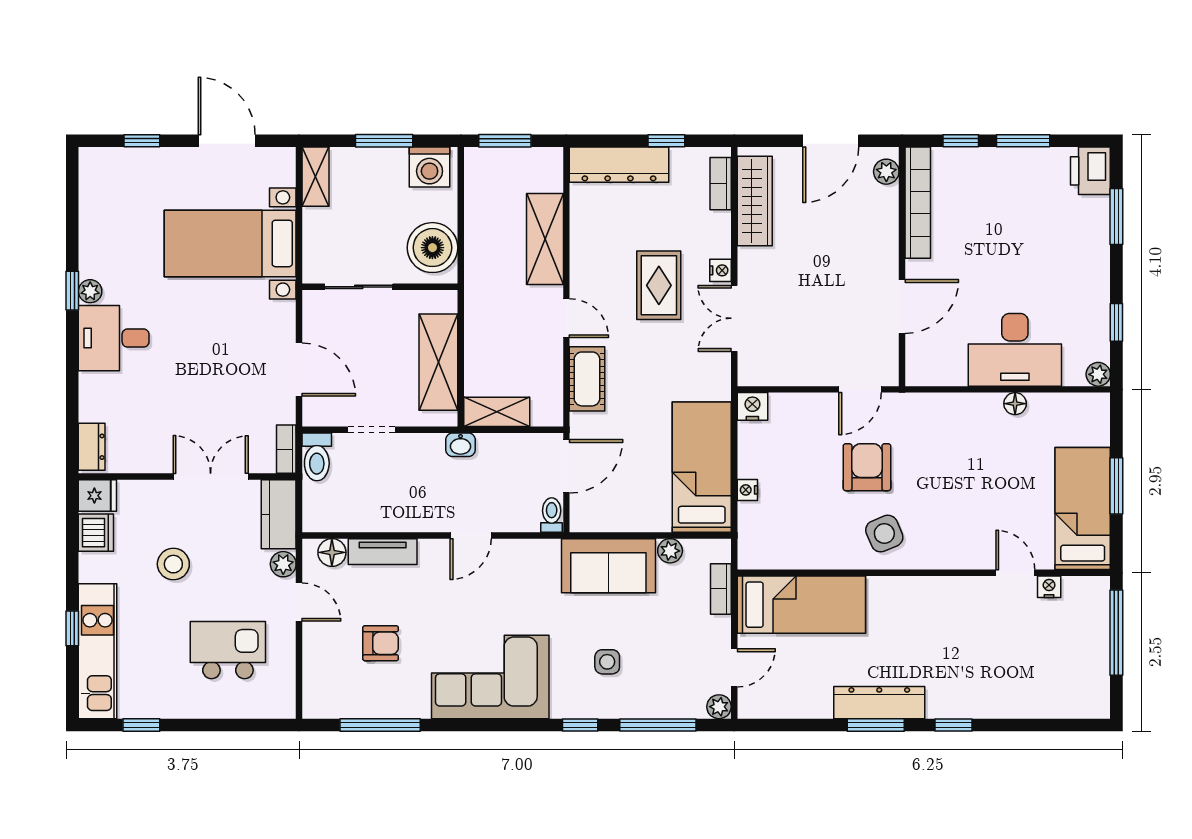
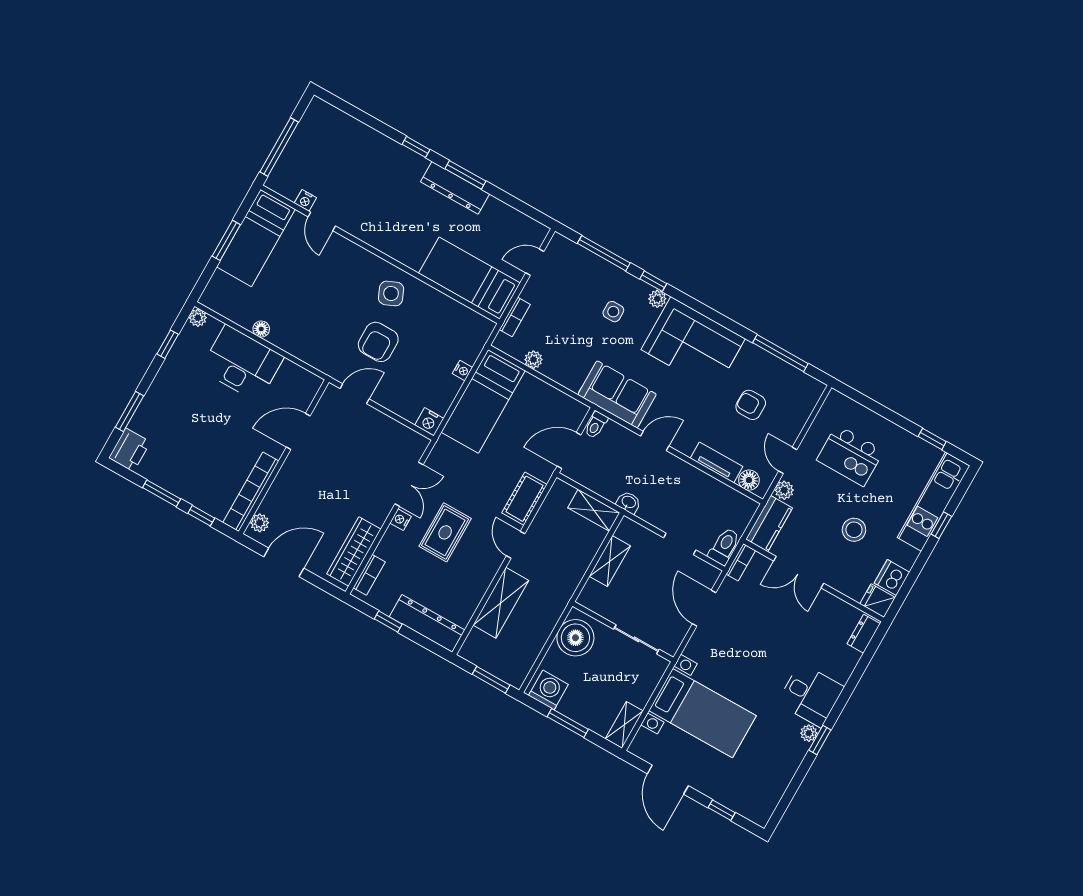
shelving: (438, 362) -> (610, 561), width x0.67, depth x0.75
sofa: (608, 566) -> (617, 394), moved
plant: (719, 707) -> (657, 299), moved

